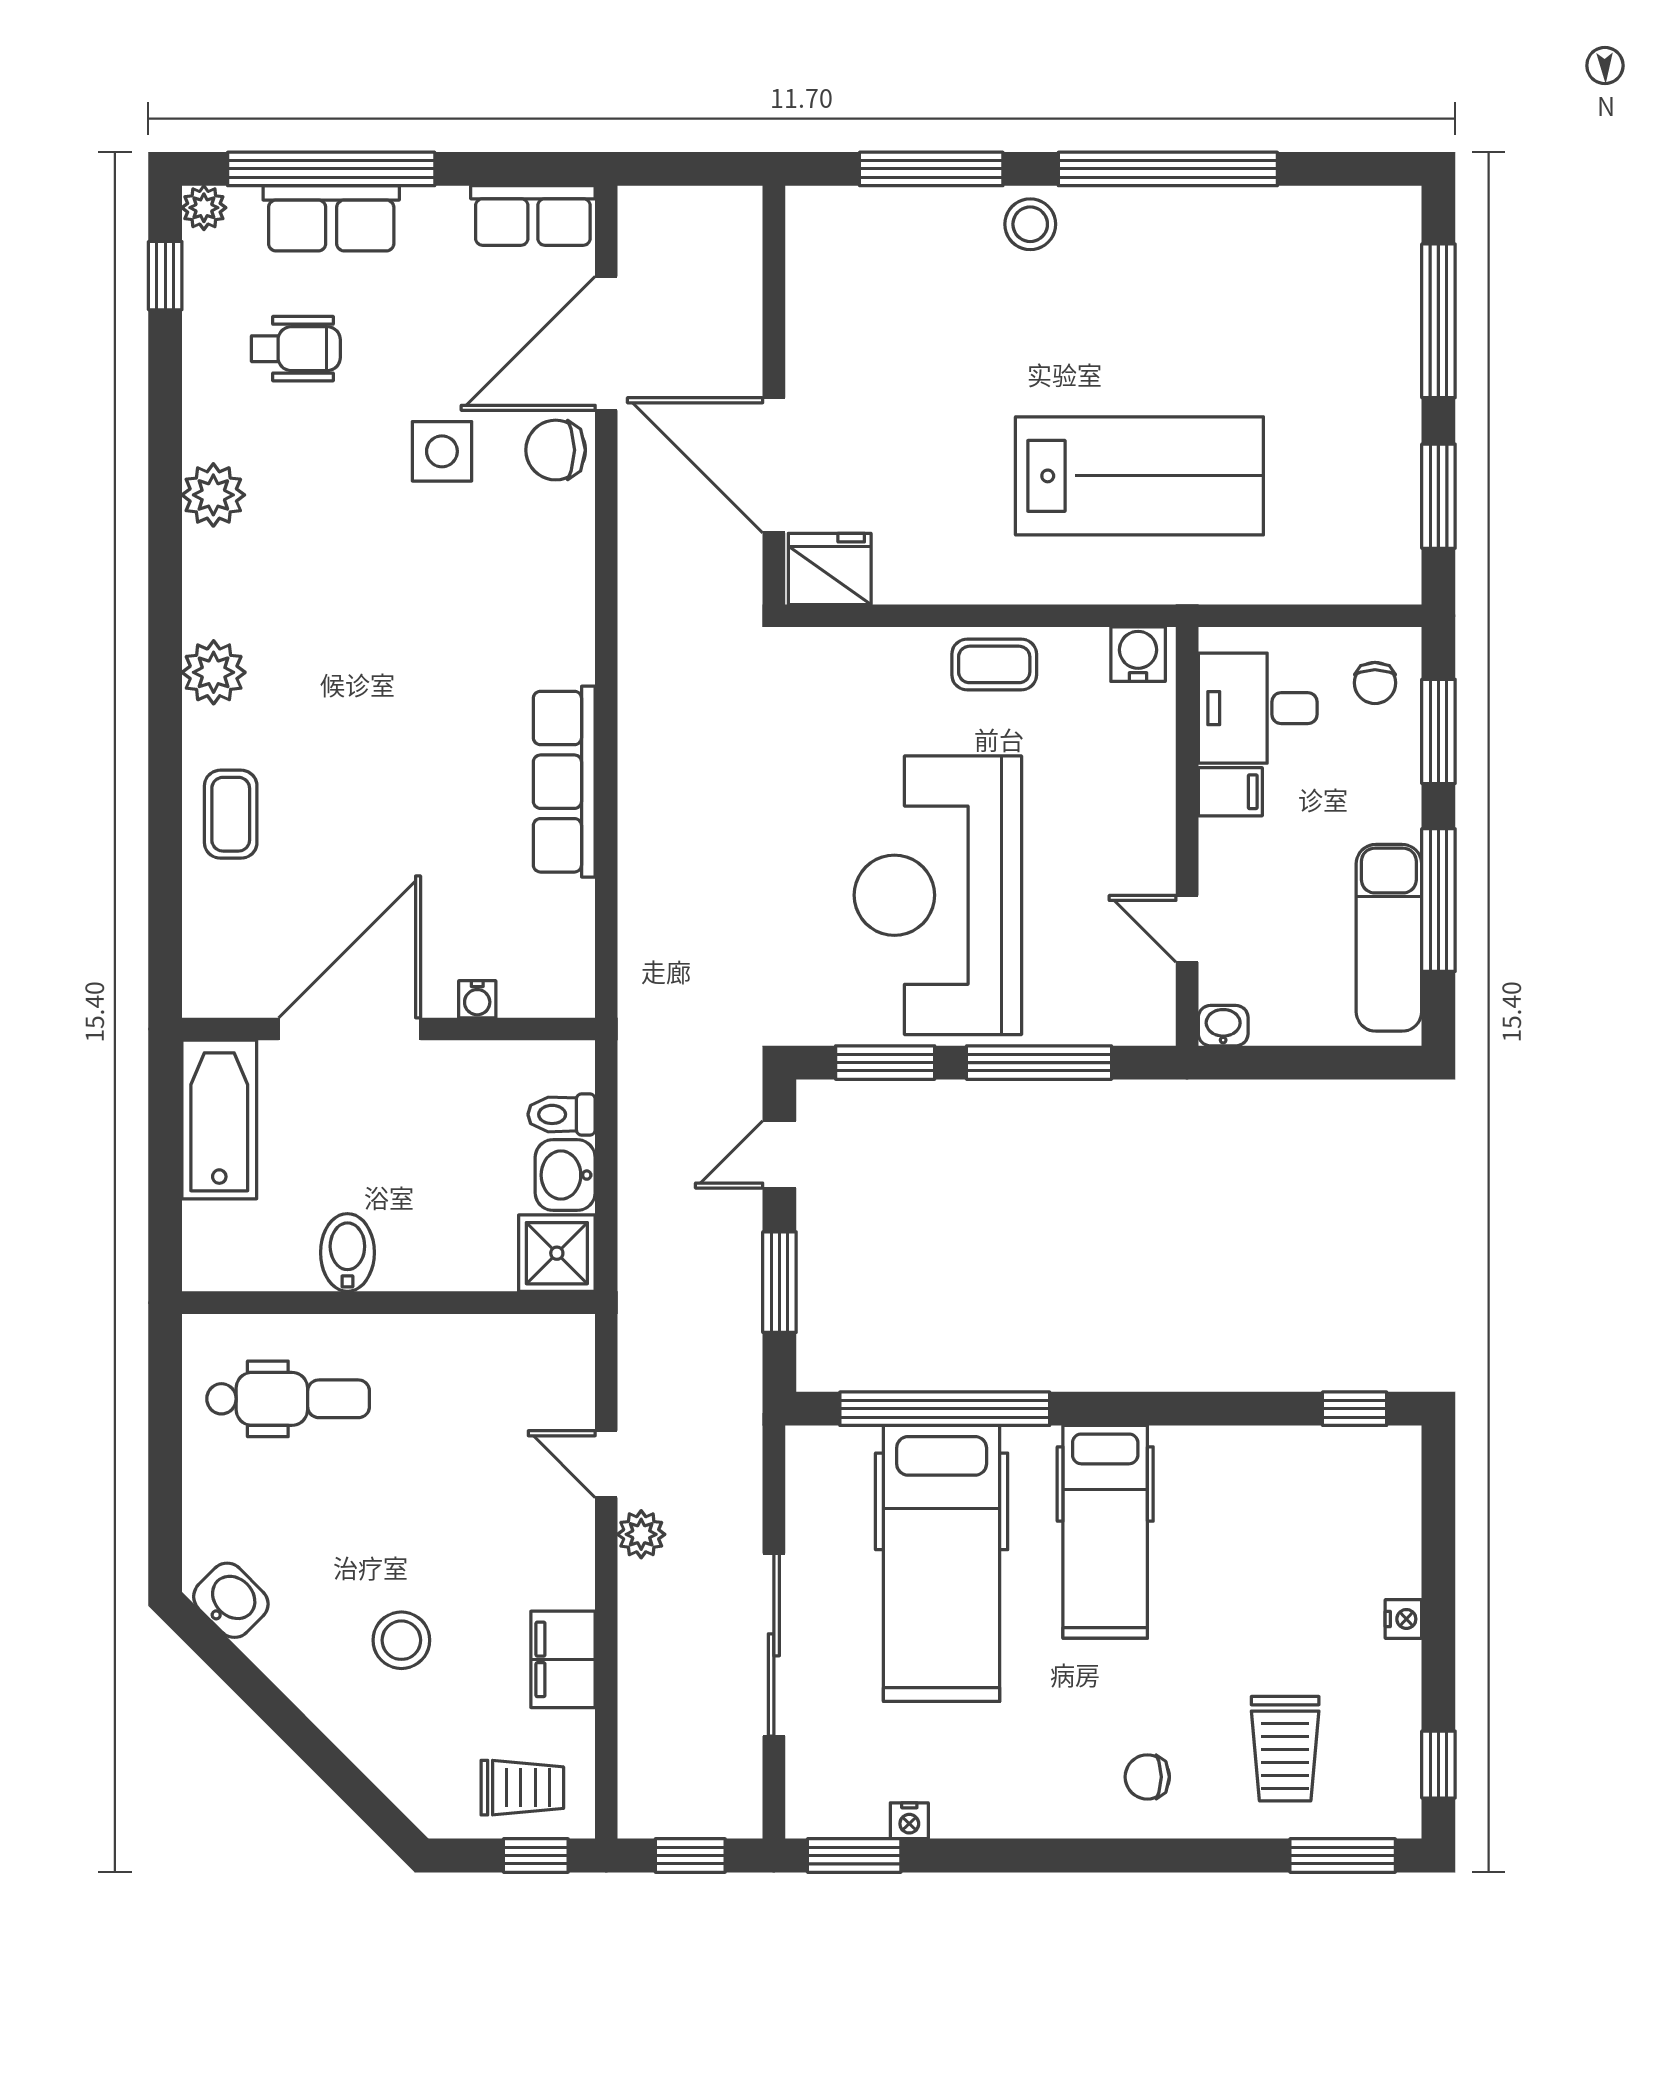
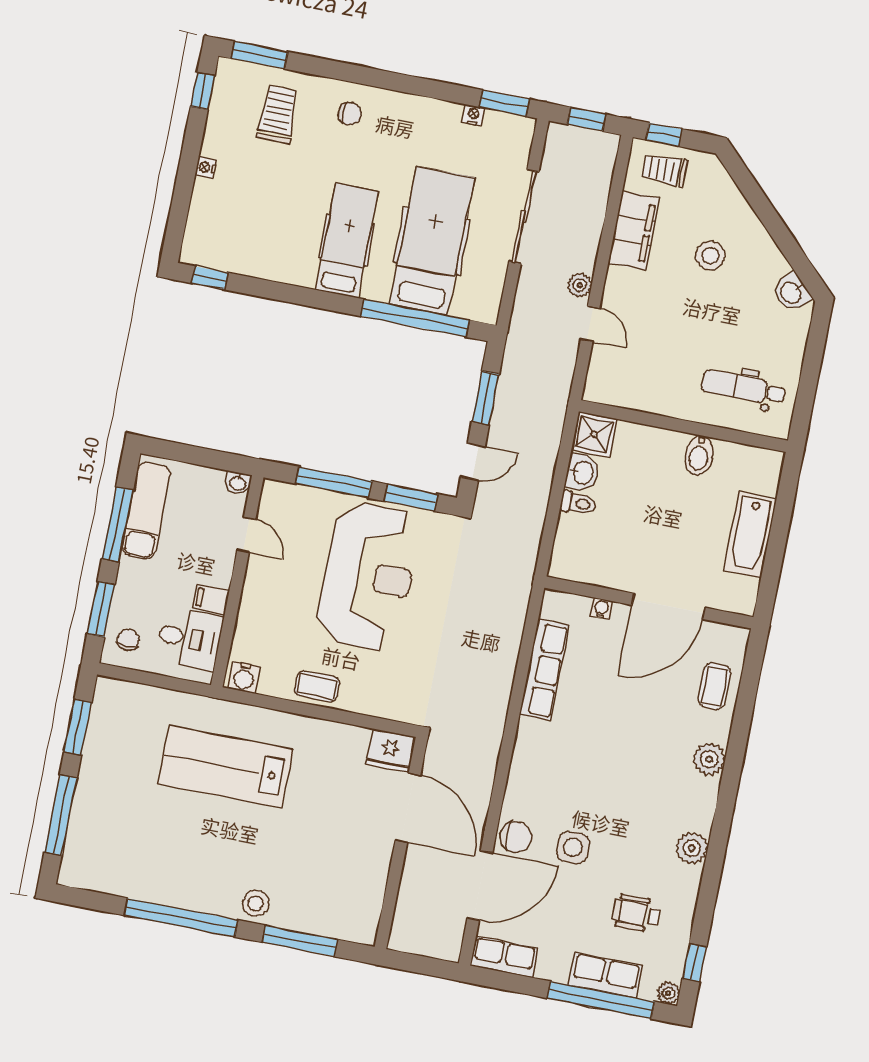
water cooler: (477, 999) -> (601, 609), moved
door: (350, 1029) -> (668, 606), moved
wall: (389, 1029) -> (649, 602), moved
filing cabinet: (563, 1659) -> (634, 231), width x1.50, depth x1.17

